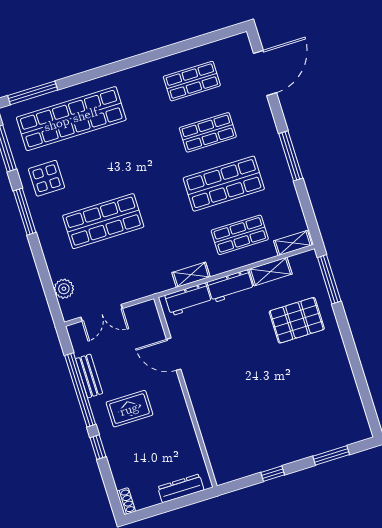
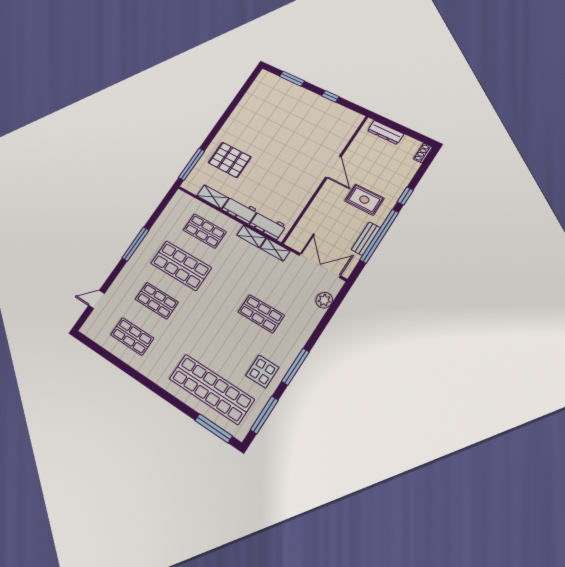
door: (265, 73) -> (97, 299), width x0.53
shop shelf: (103, 221) -> (261, 314), width x0.70, depth x0.74
shelving: (293, 243) -> (275, 250), moved
double door: (102, 313) -> (320, 265), width x1.37
door: (174, 354) -> (333, 167), moved

